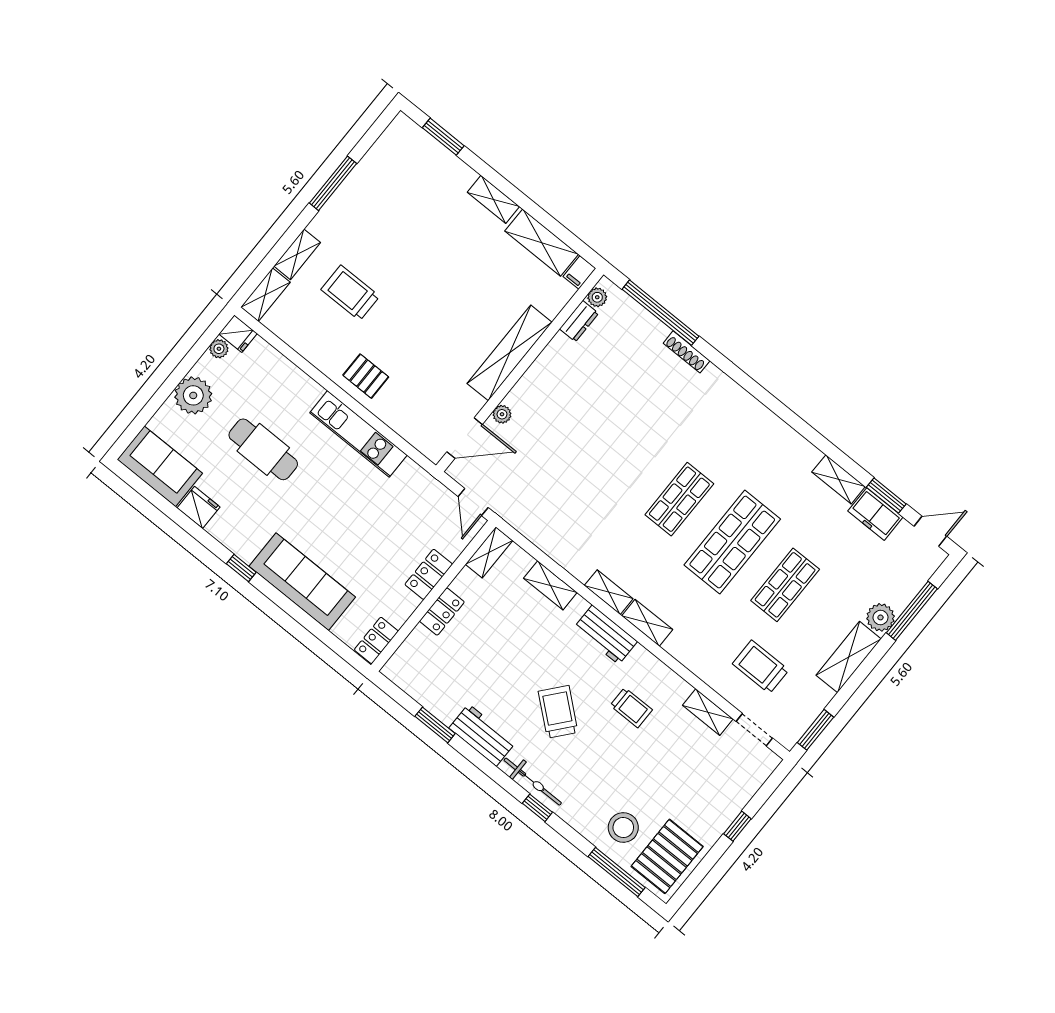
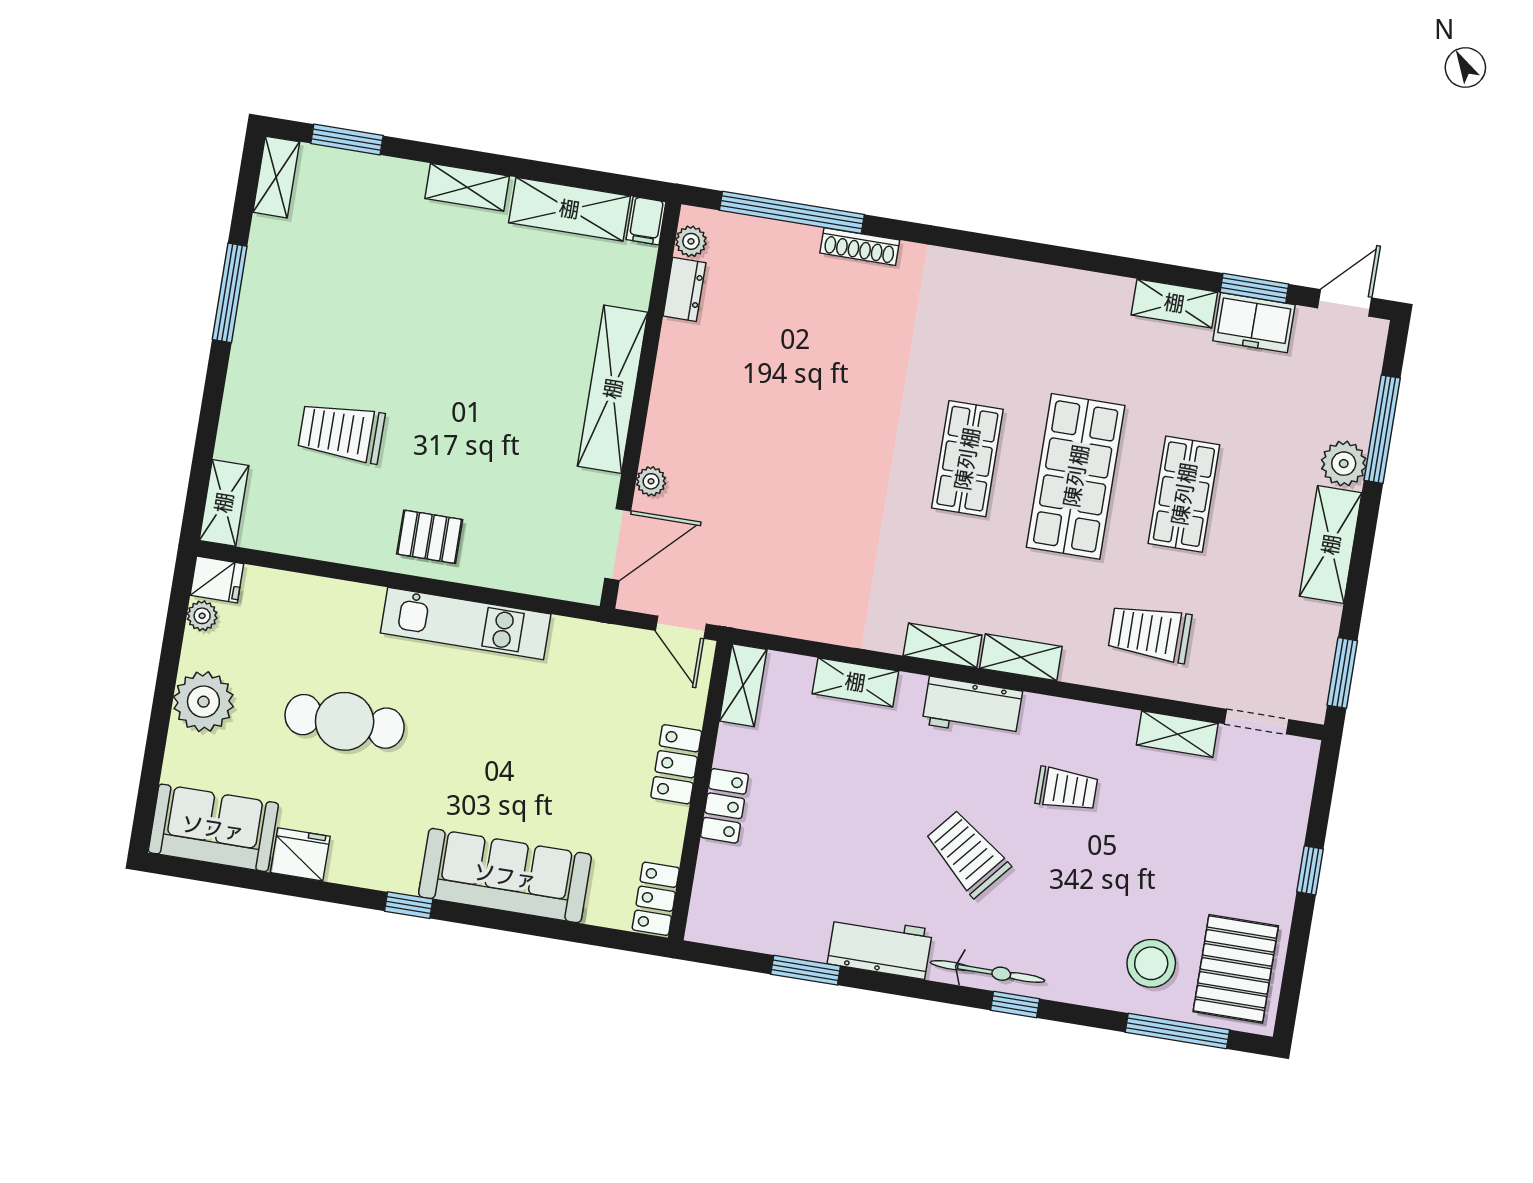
shelving: (297, 254) -> (276, 177), moved
trolley: (761, 667) -> (1150, 633), moved

